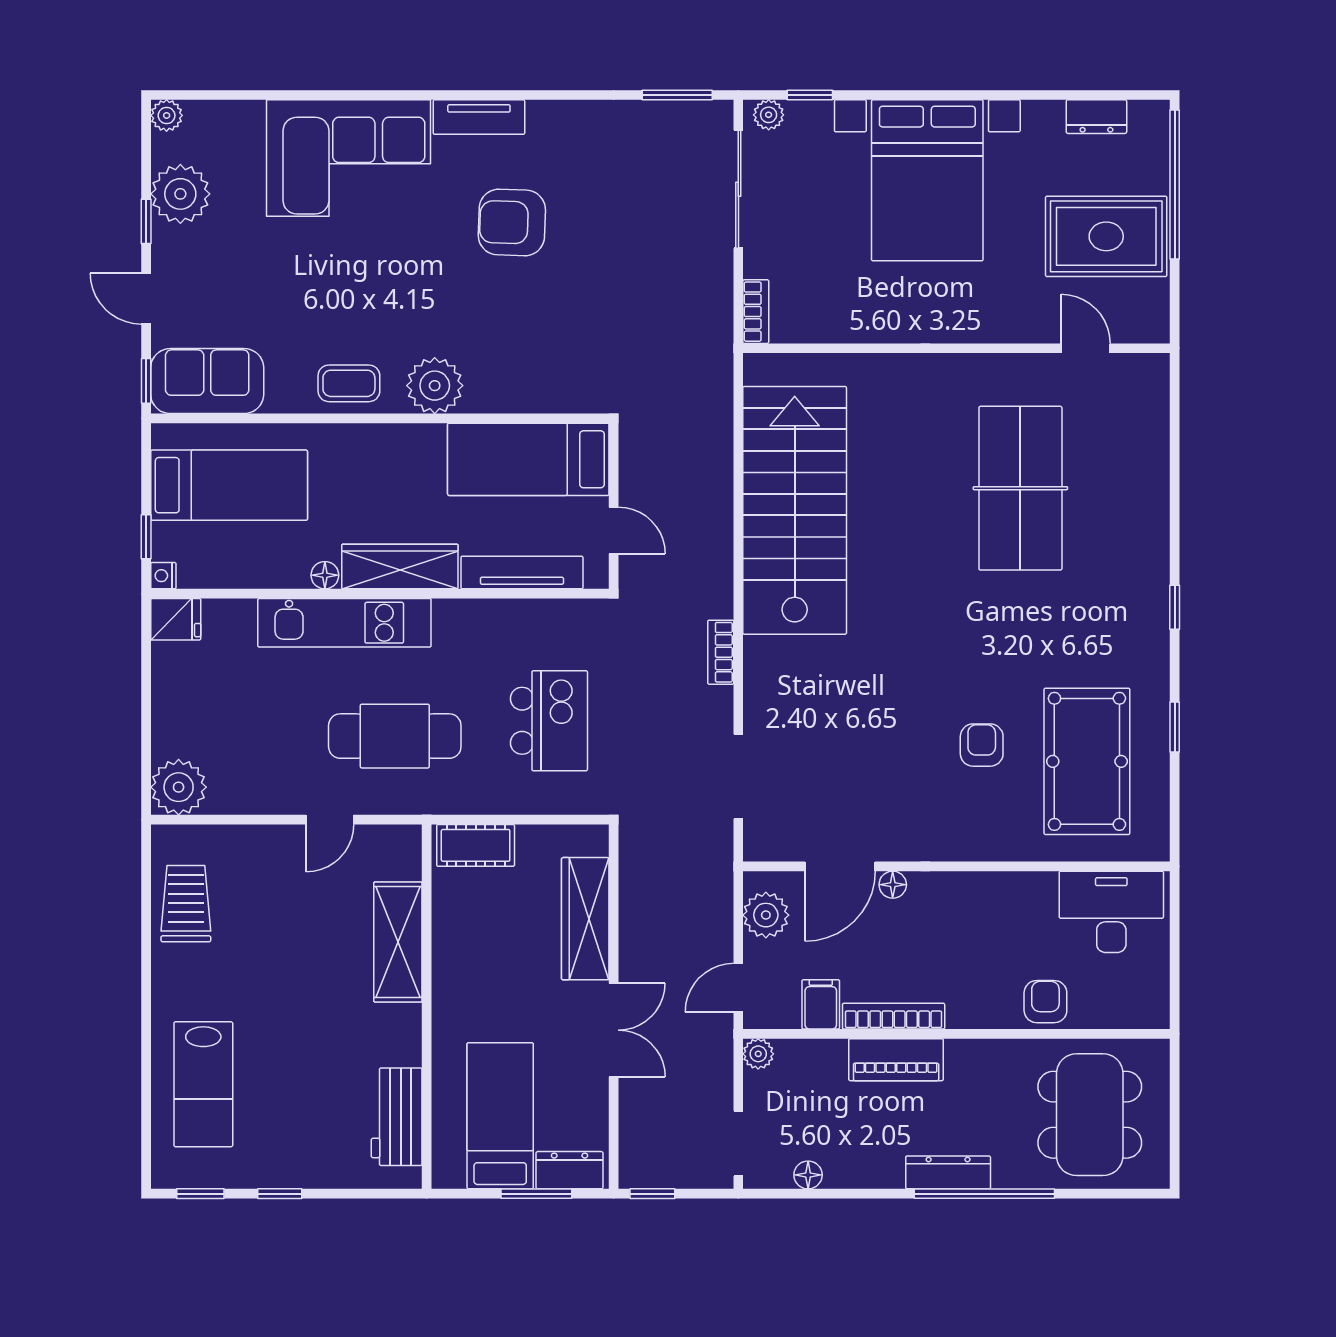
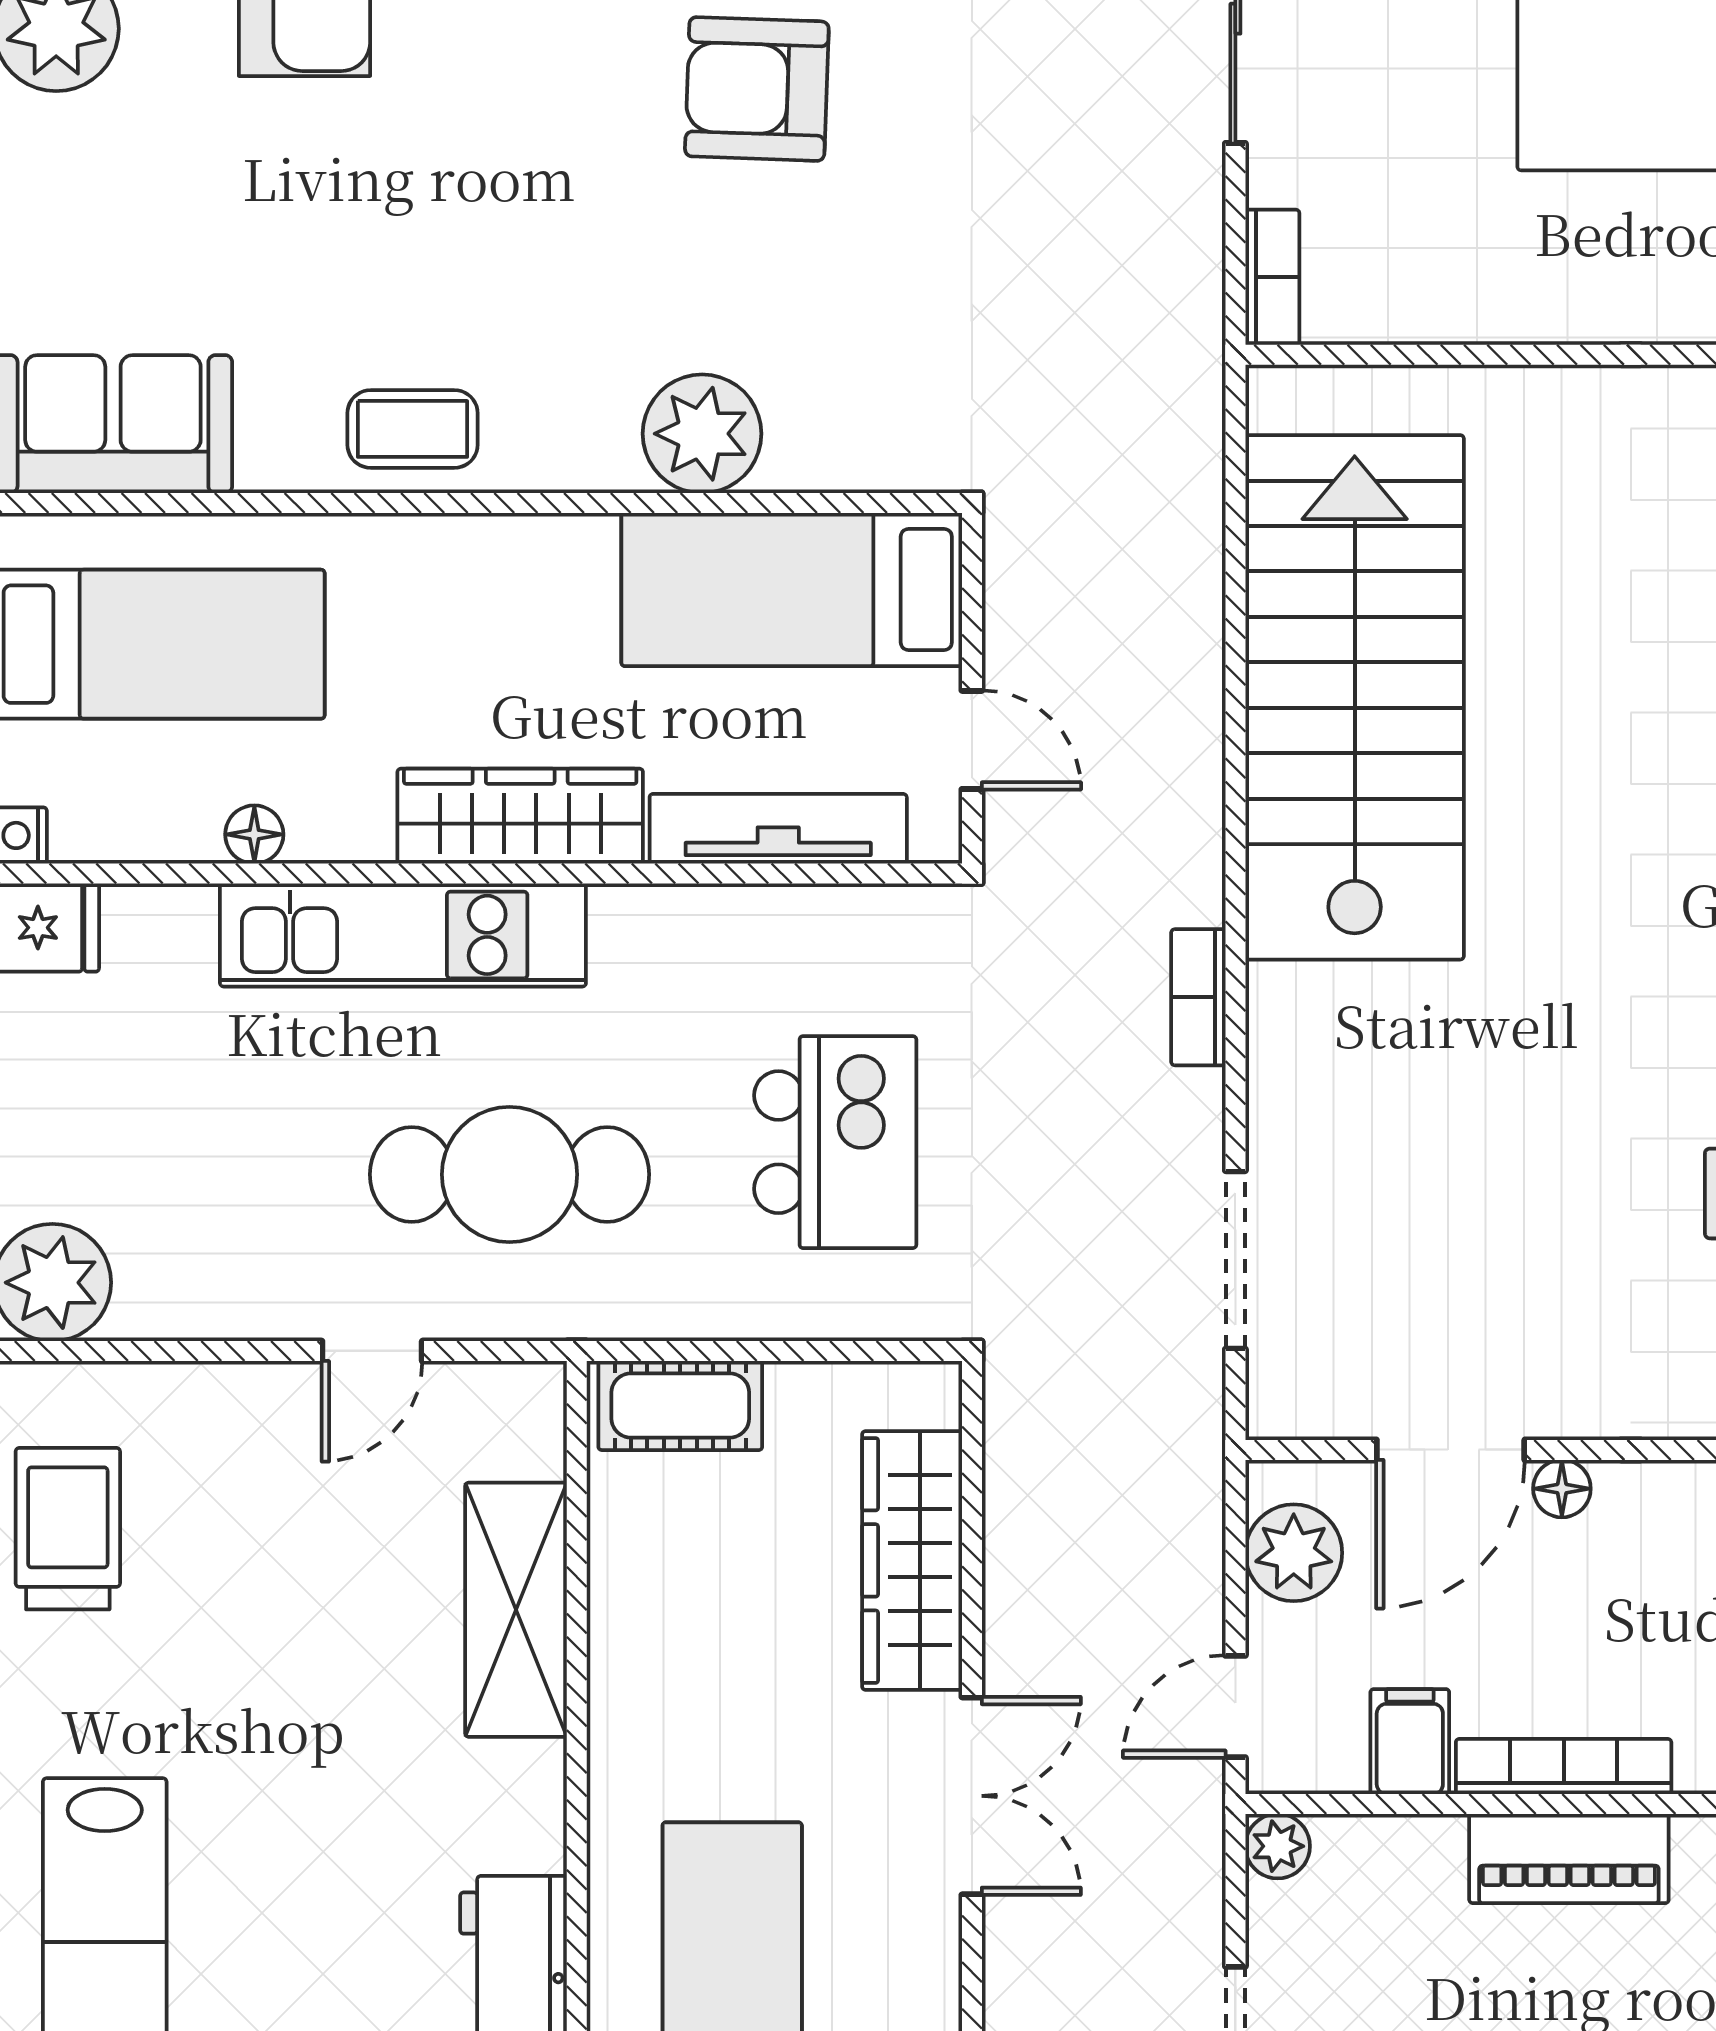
plant: (435, 386) -> (702, 434), moved
floor lamp: (325, 575) -> (254, 834), moved

